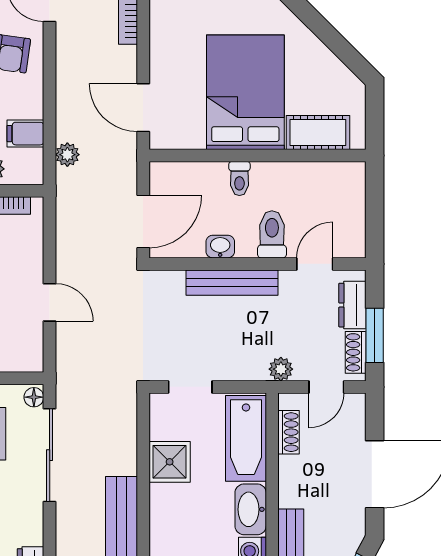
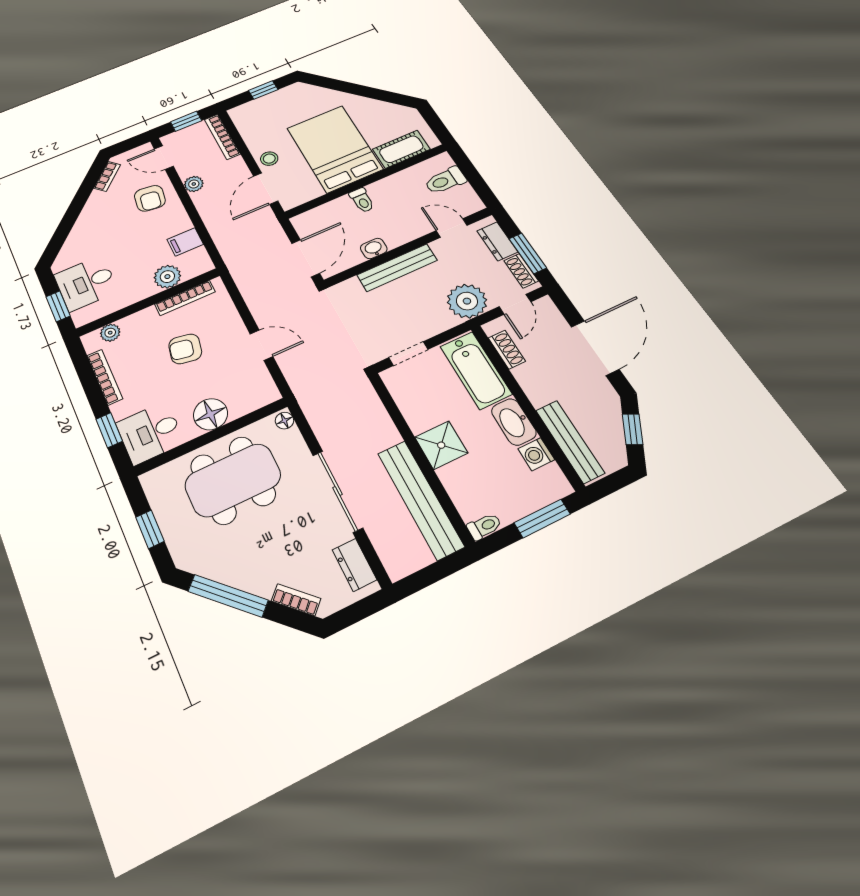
stool: (166, 68) -> (269, 159), added
door: (143, 108) -> (266, 189), hinge flipped
plant: (67, 155) -> (194, 184), moved
toilet: (272, 234) -> (445, 180), moved, turned -90
door: (315, 264) -> (452, 228), hinge flipped
plant: (281, 369) -> (467, 301), width x1.88, depth x1.88
sliding door: (50, 455) -> (337, 491), moved
shower: (170, 462) -> (441, 445), moved

